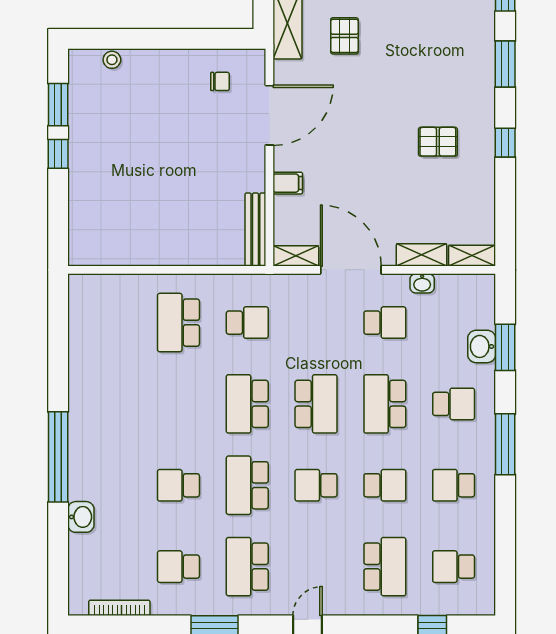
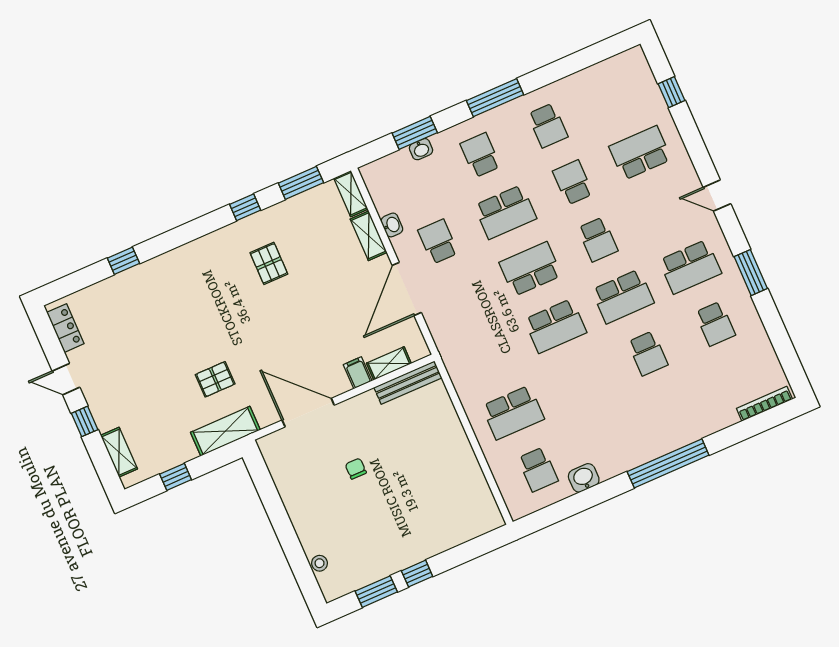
window: (505, 64) -> (301, 183), moved
chair: (220, 81) -> (356, 469), moved
shelving: (296, 256) -> (389, 363), moved, turned 90
school desk: (247, 323) -> (538, 469), moved, turned 180
washbasin: (482, 346) -> (421, 149), width x0.72, depth x0.69
washbasin: (81, 517) -> (584, 478), moved
school desk: (454, 567) -> (615, 96), removed
bookcase: (119, 608) -> (764, 404), moved, turned 90

